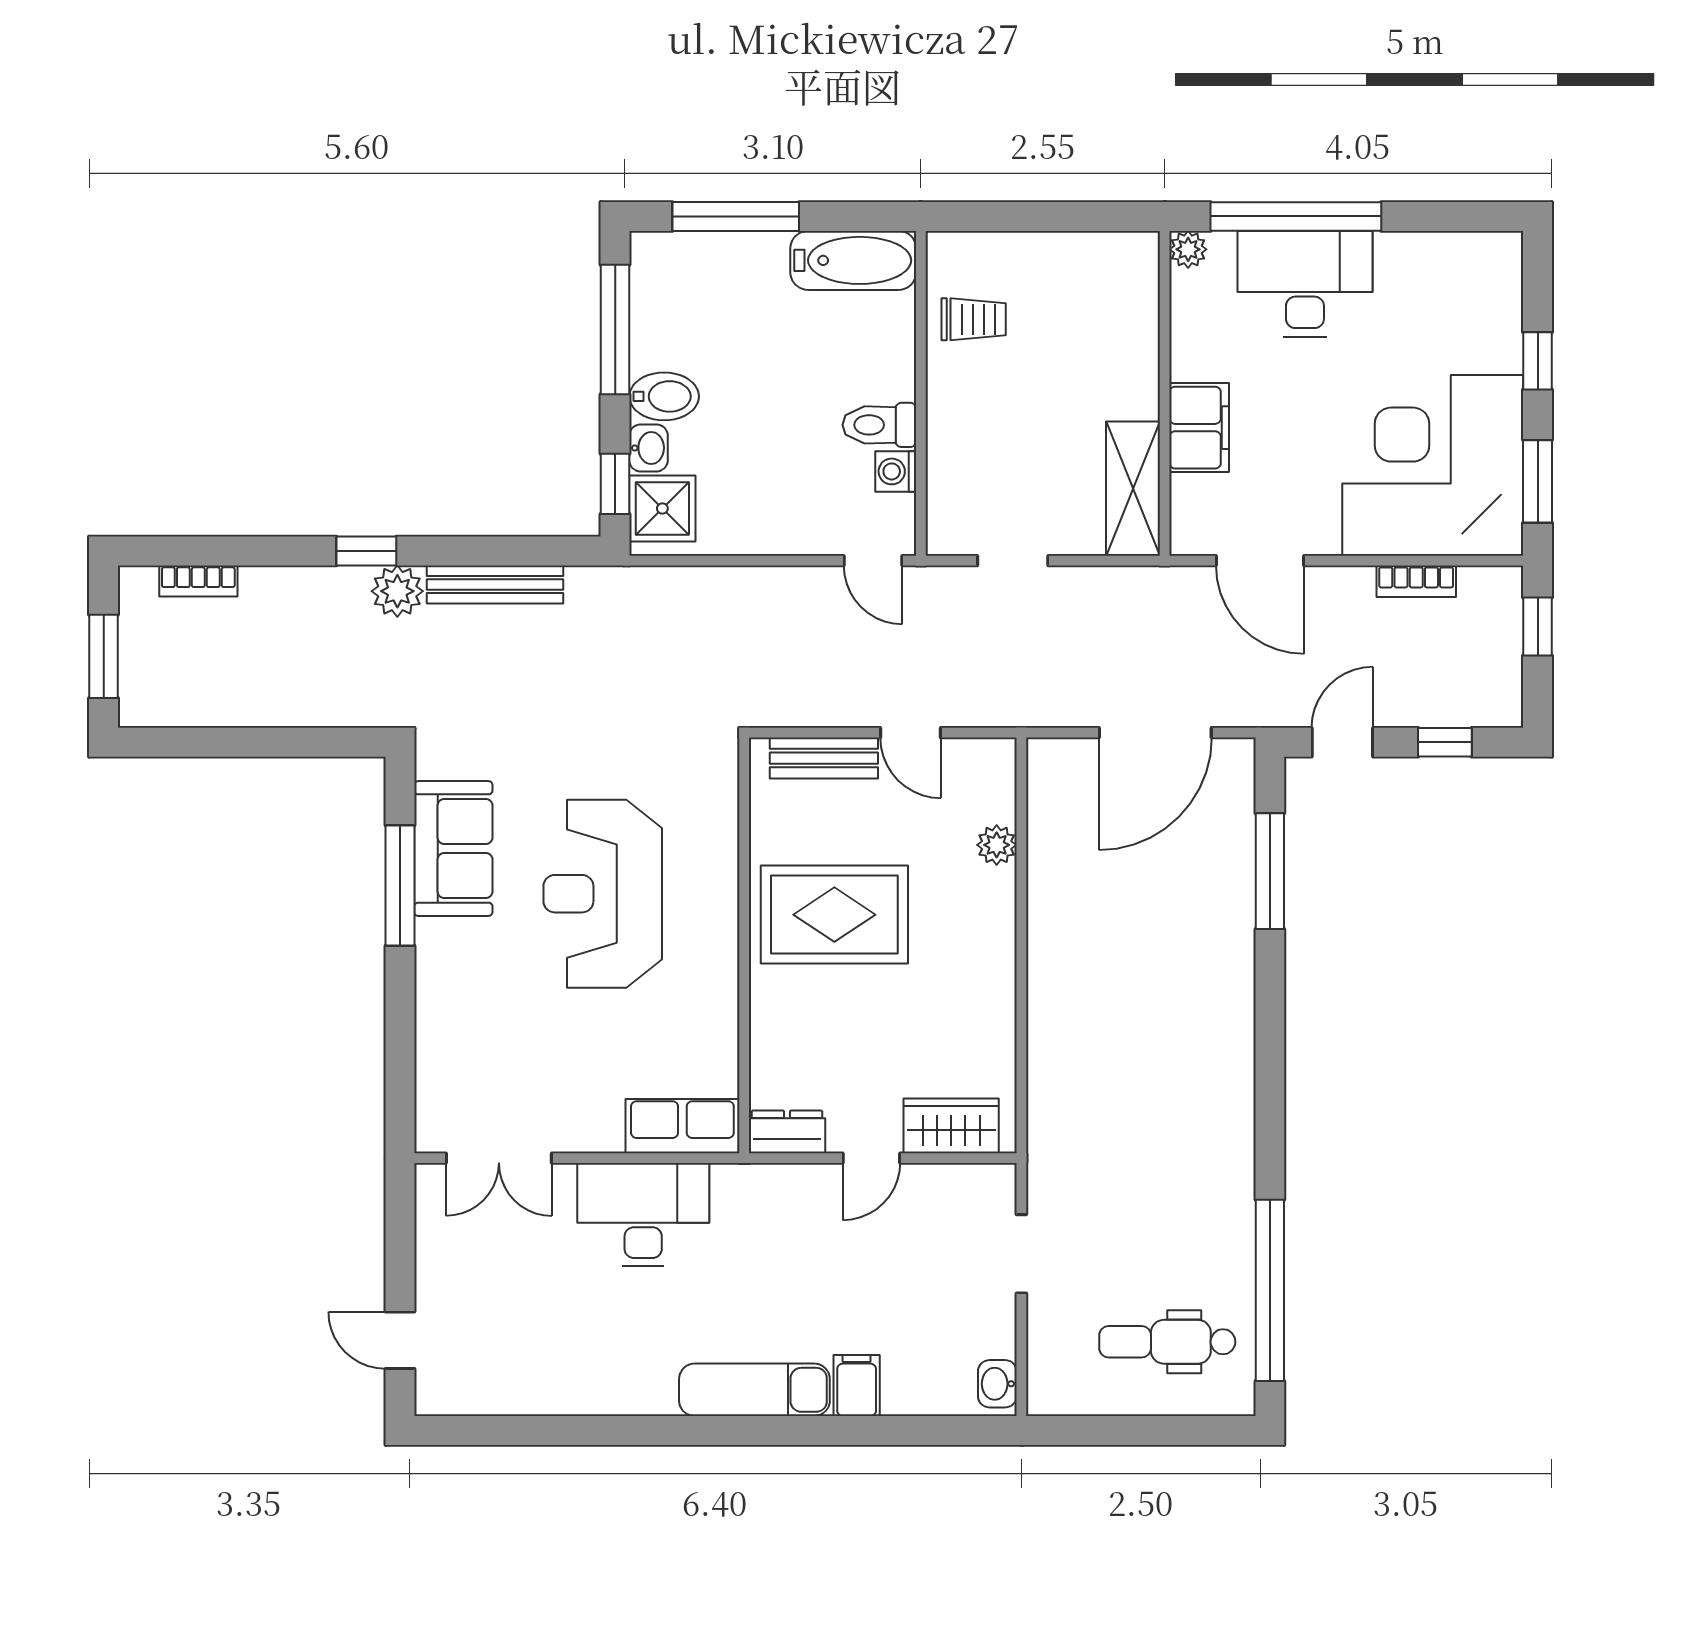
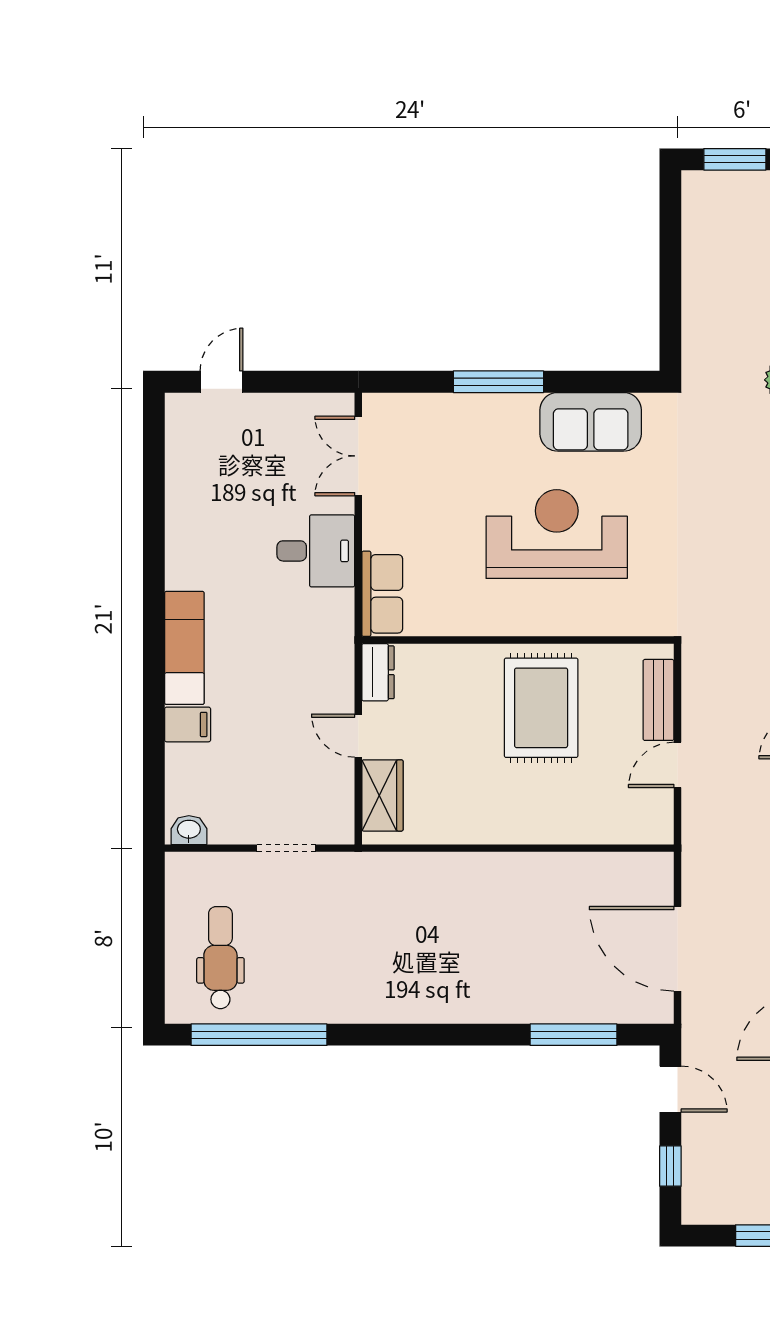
plant: (997, 845) -> (593, 830), removed
window: (400, 886) -> (498, 382), moved
desk: (643, 1215) -> (316, 551), width x0.73

